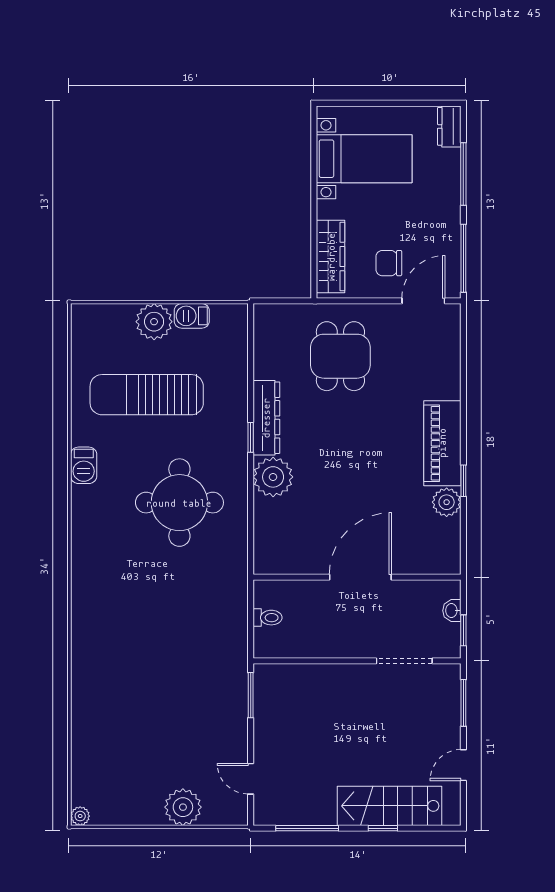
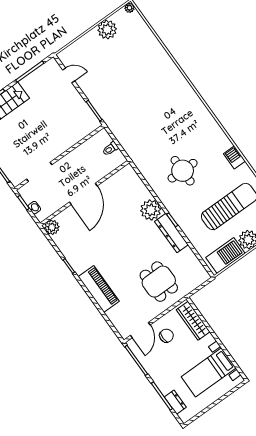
dresser: (449, 126) -> (175, 402), moved
barbecue: (192, 316) -> (225, 255), width x1.88, depth x1.53
piano: (442, 443) -> (99, 289), moved
plant: (447, 502) -> (52, 227), moved
round table: (179, 503) -> (183, 171), width x0.73, depth x0.73
plant: (183, 807) -> (107, 30), moved

